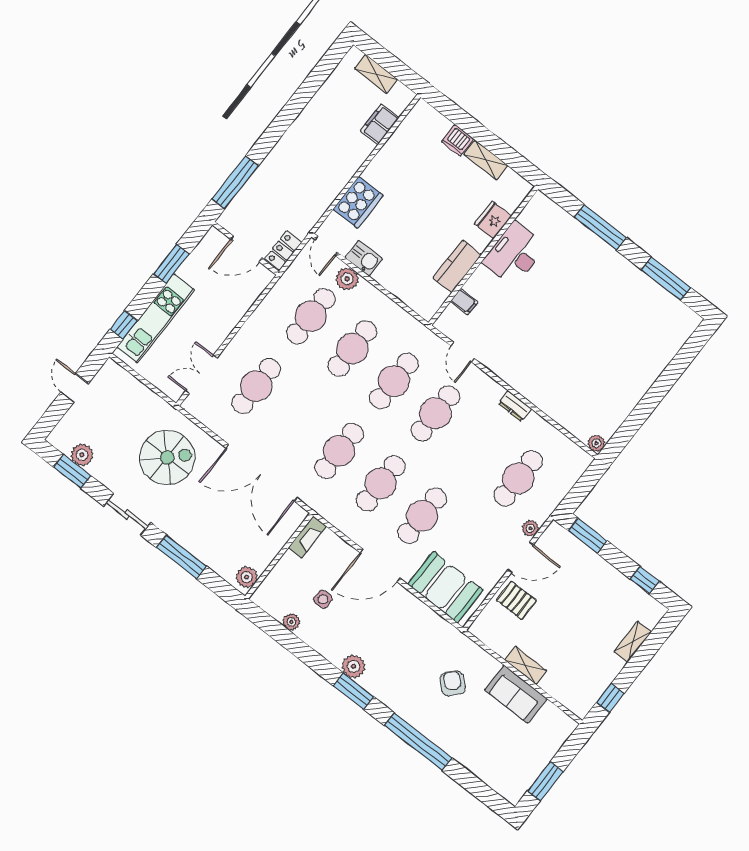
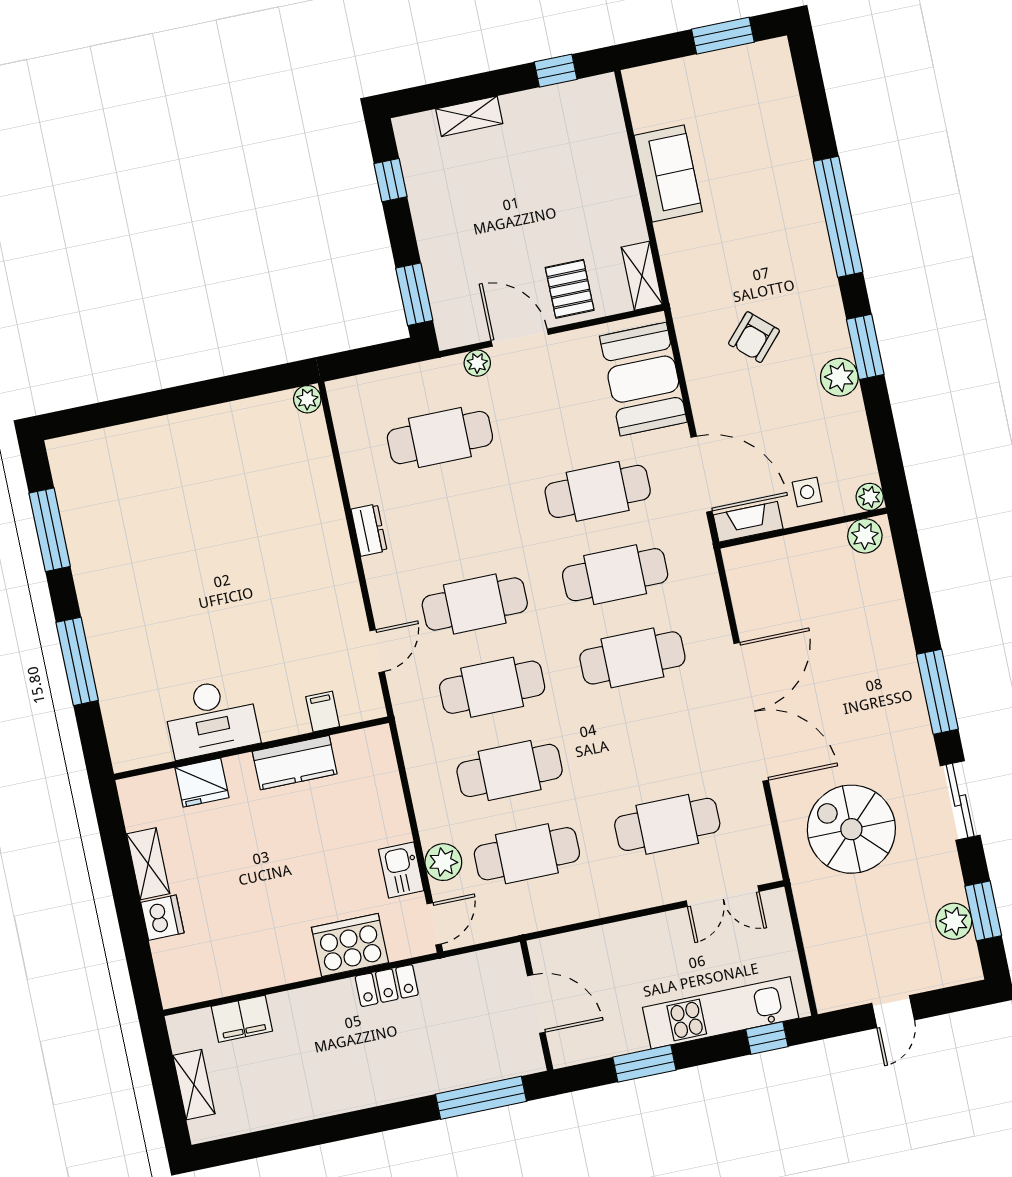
locker: (283, 251) -> (387, 986), moved
fireplace: (307, 537) -> (748, 522), moved
wall: (279, 556) -> (803, 528), moved
plant: (247, 577) -> (865, 536), moved
shelving: (526, 665) -> (642, 276), moved
armchair: (453, 683) -> (754, 337), moved

